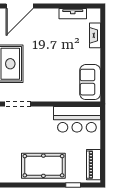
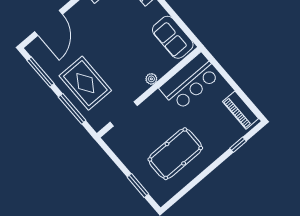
plant: (54, 97) -> (151, 79), added
pool table: (43, 166) -> (175, 154), moved

